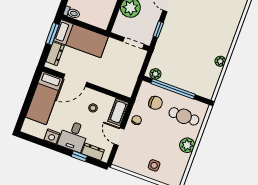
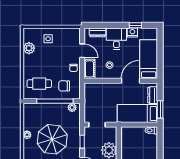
parasol: (193, 45) -> (52, 139), added
plant: (187, 145) -> (29, 48), moved
window: (79, 156) -> (135, 25), moved

